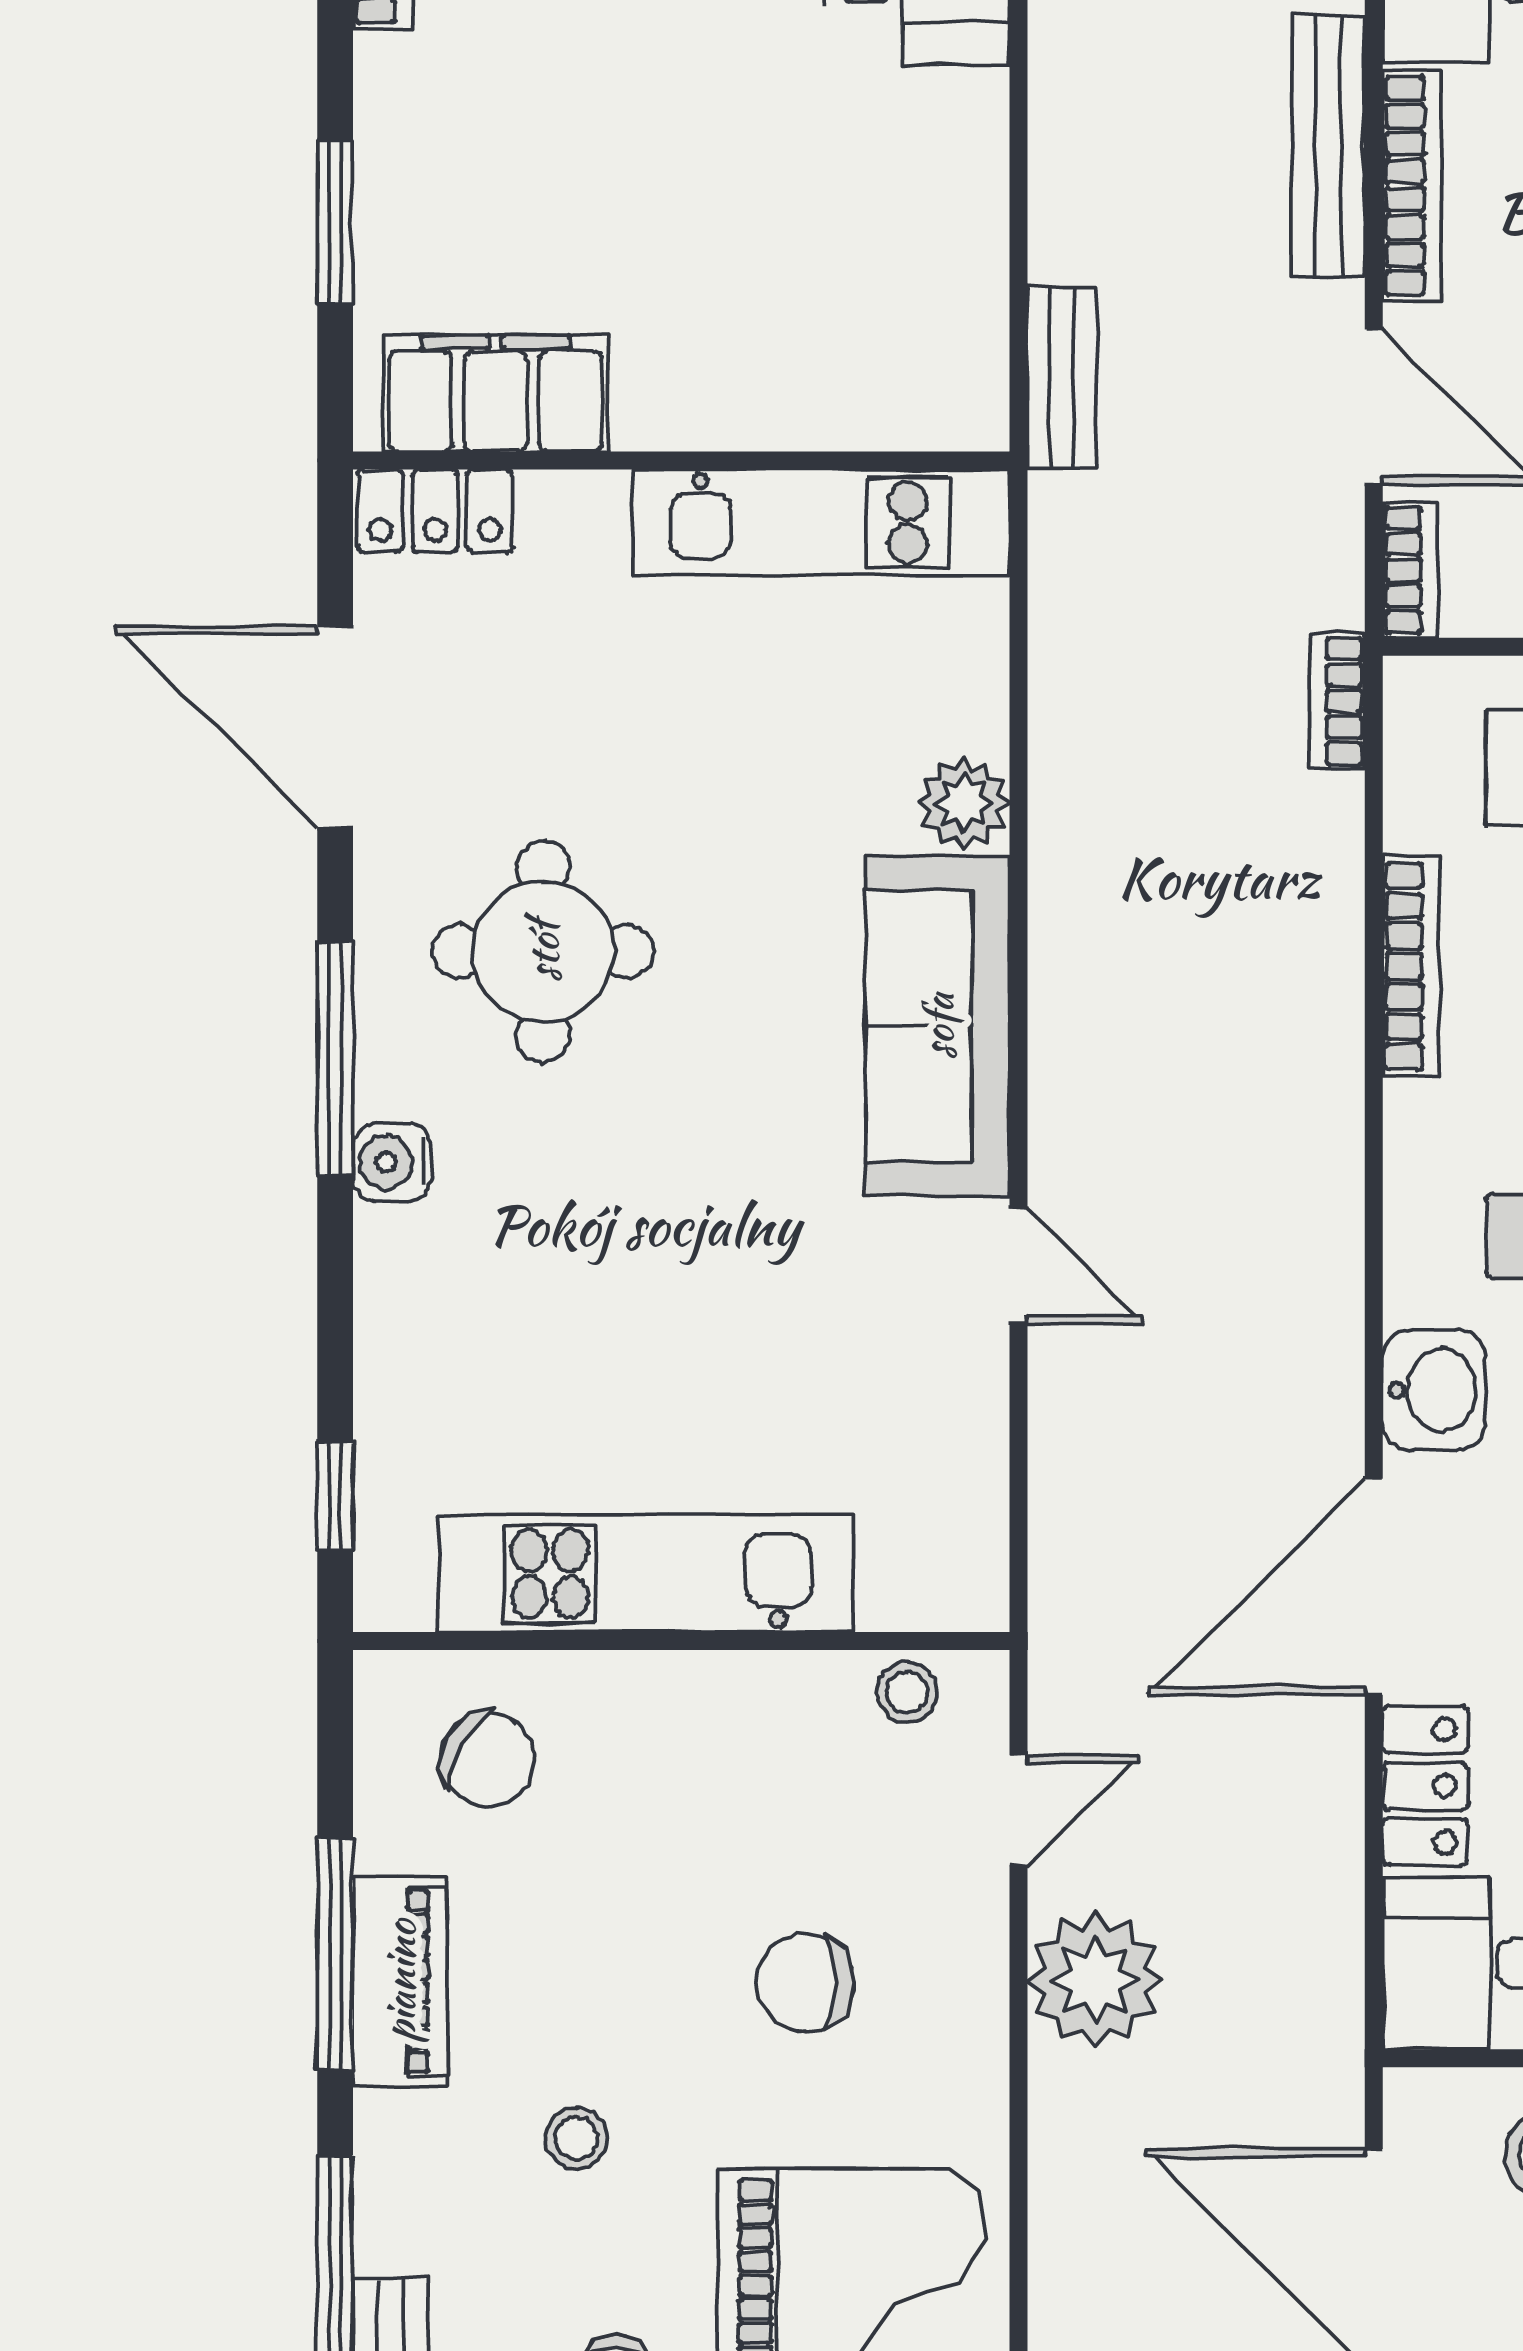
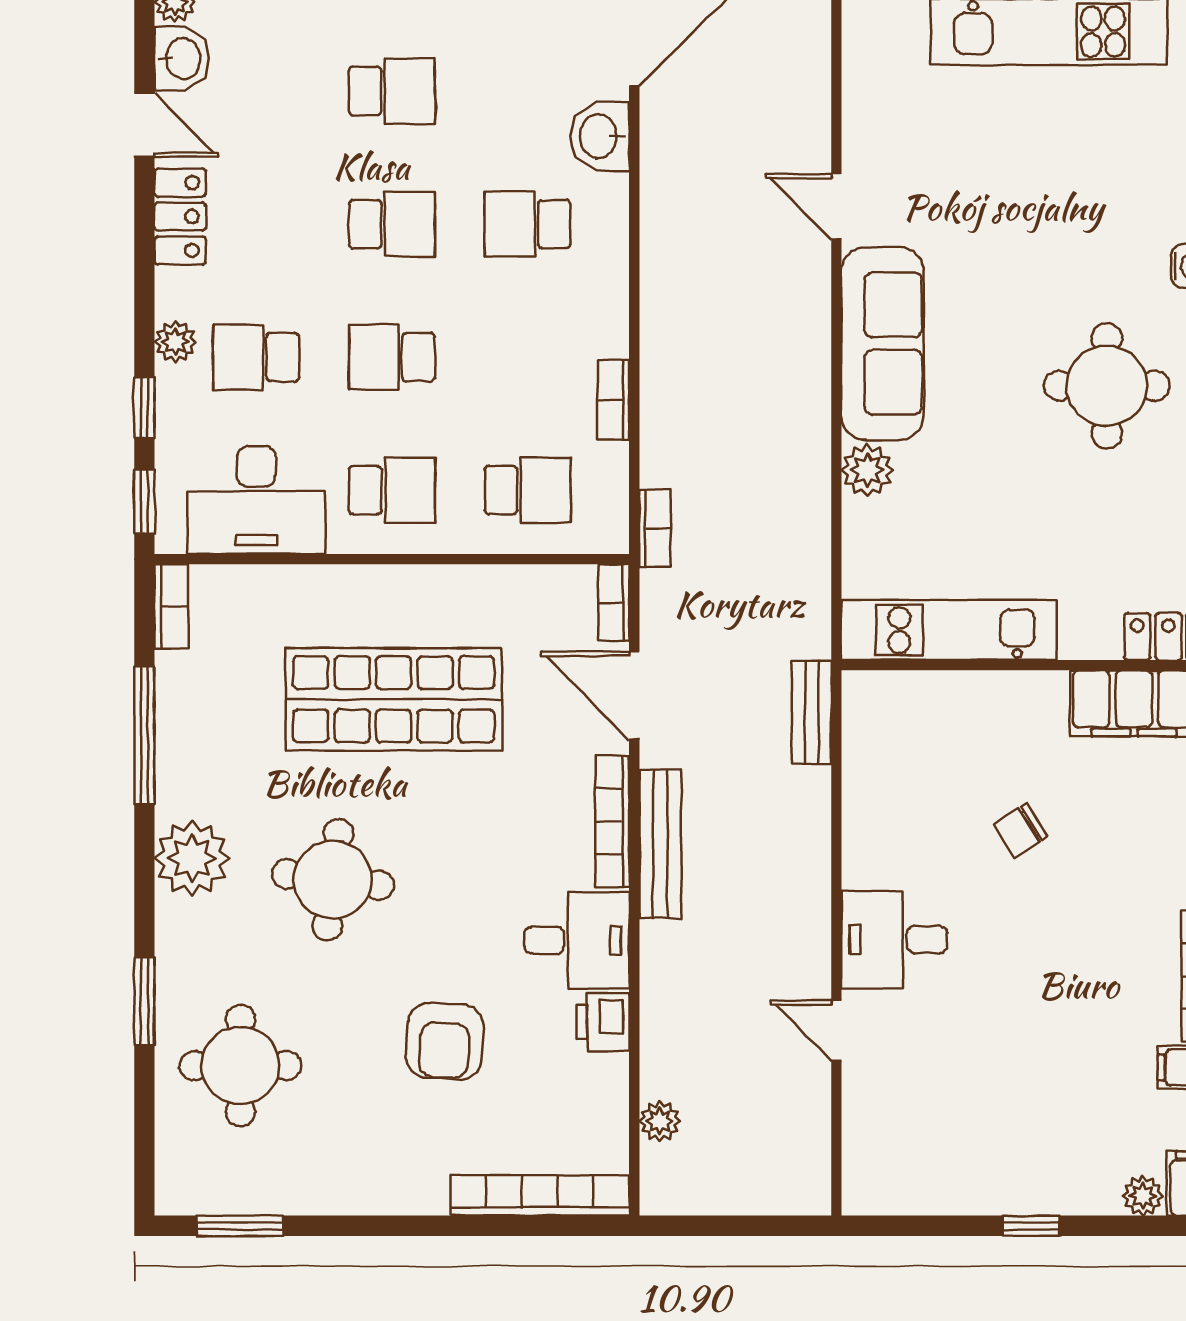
chair: (695, 170) -> (1020, 830), added
bookcase: (1411, 966) -> (613, 400), width x0.64

